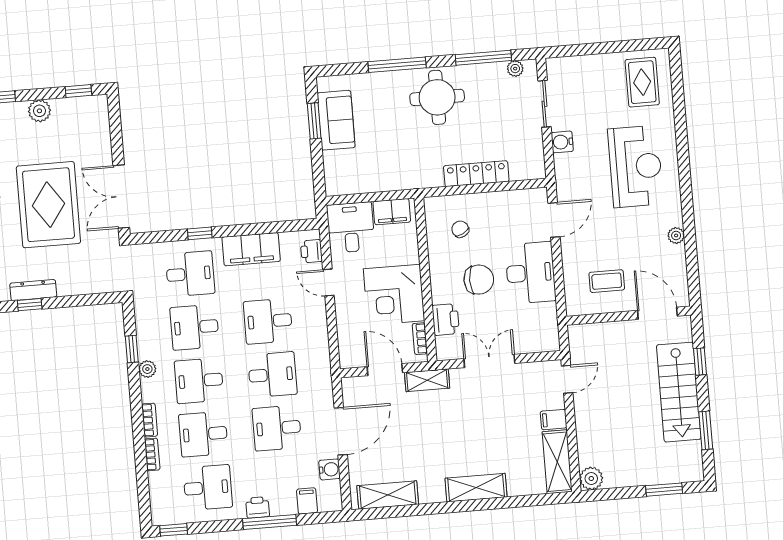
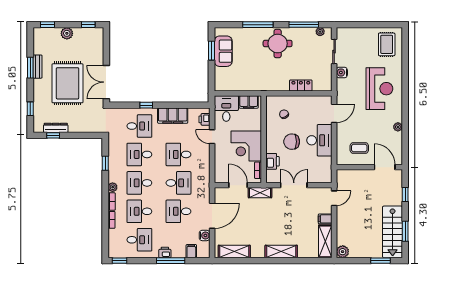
locker: (476, 174) -> (301, 86), width x0.66
chair: (479, 280) -> (292, 142), turned 180
plant: (147, 369) -> (113, 187), moved
stairs: (679, 392) -> (393, 232), moved

